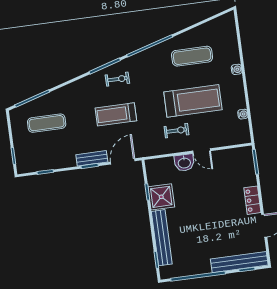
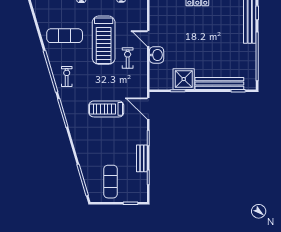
exercise mat: (192, 56) -> (65, 36), turned 90
exercise bike: (117, 79) -> (67, 77), moved
treadmill: (193, 101) -> (104, 40), turned 180
treadmill: (116, 114) -> (106, 109), turned 90
exercise mat: (47, 123) -> (111, 182), moved
door: (202, 151) -> (148, 38), swing flipped
bench: (92, 158) -> (142, 158), moved

